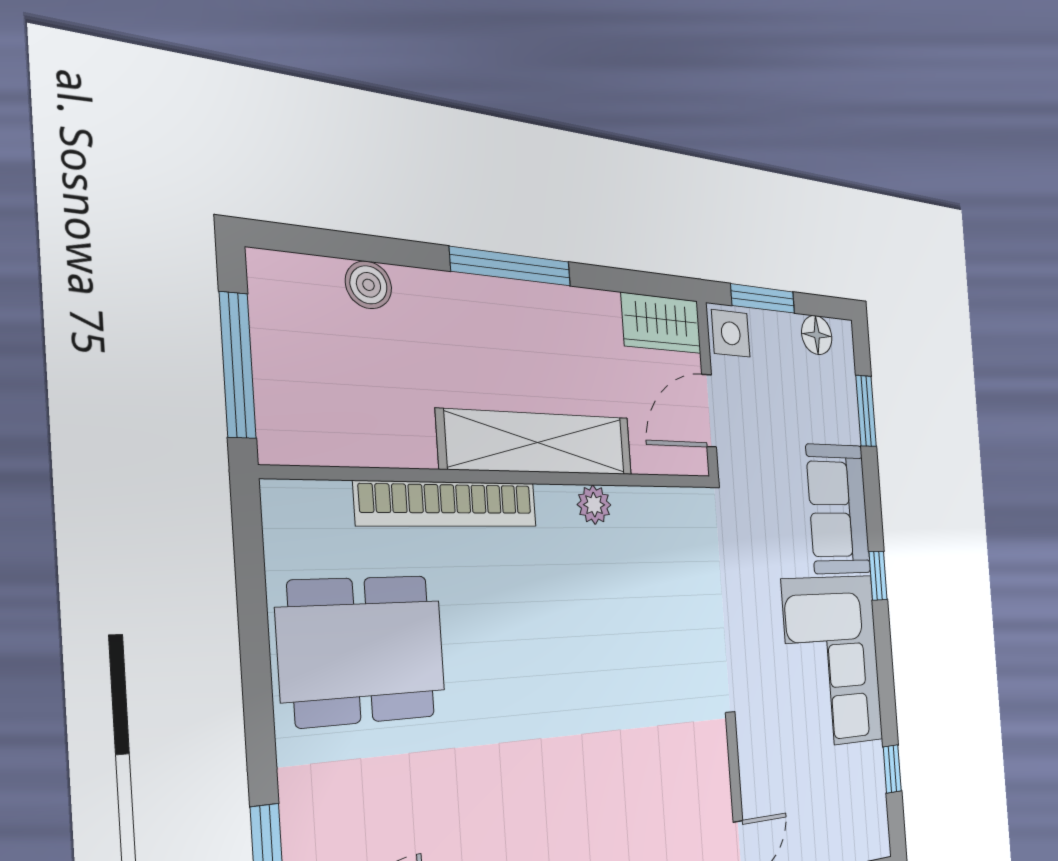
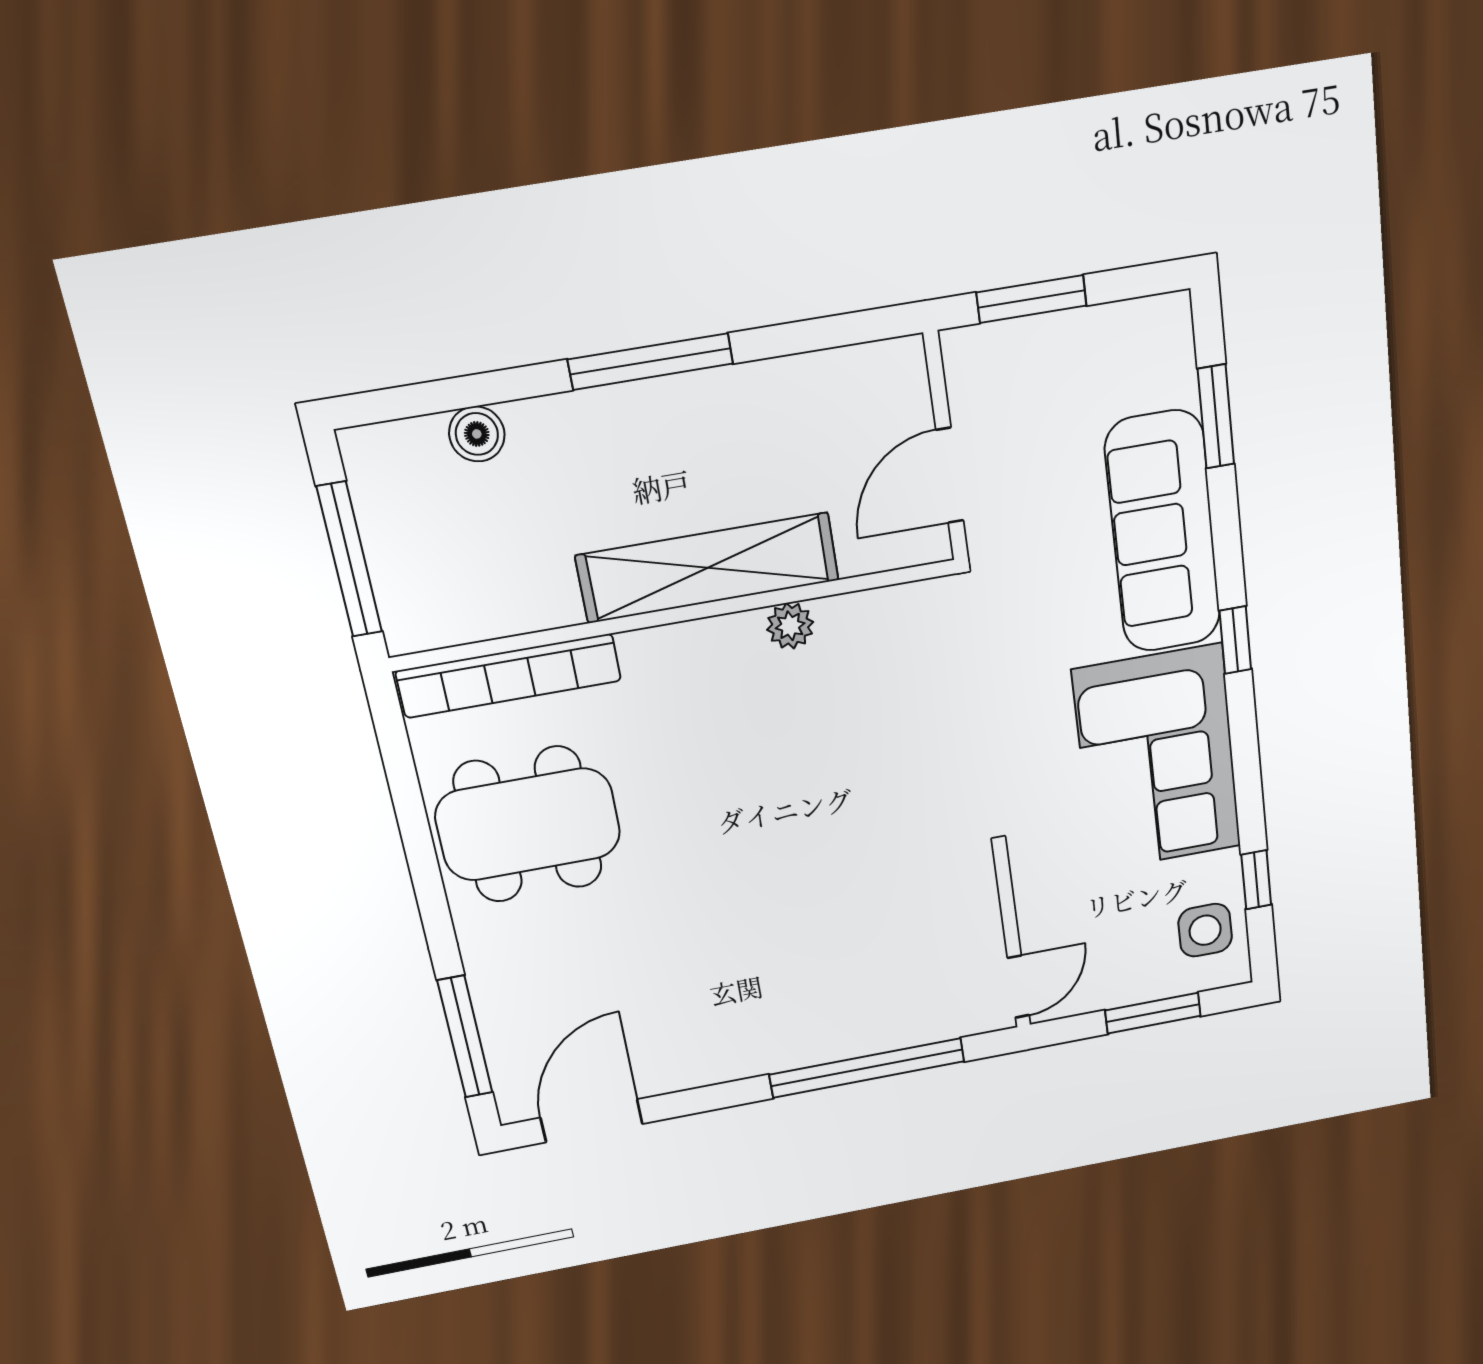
wardrobe: (661, 323) -> (870, 377), removed
side table: (731, 333) -> (1205, 930), moved
floor lamp: (817, 335) -> (1126, 327), removed
bookcase: (448, 504) -> (509, 676), moved
sofa: (838, 509) -> (1163, 532), width x1.36

